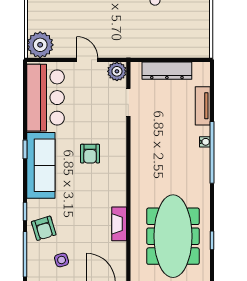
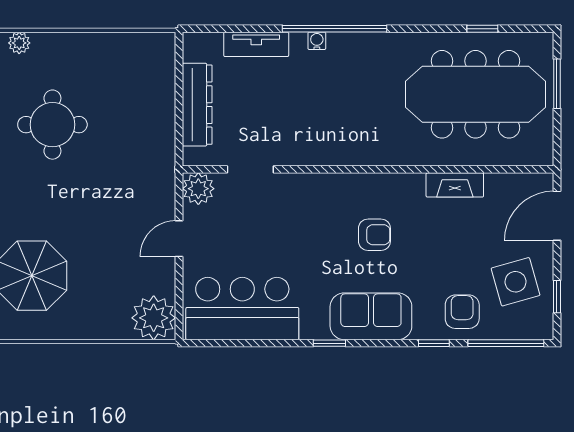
armchair: (90, 154) -> (374, 235), moved
sofa: (41, 165) -> (371, 316), width x0.73
armchair: (44, 228) -> (462, 312), turned -73
side table: (62, 260) -> (516, 282), width x1.87, depth x1.87

